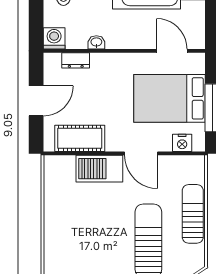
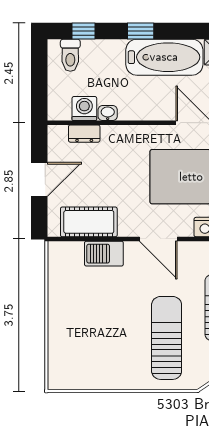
washing machine: (54, 38) -> (84, 109), moved
barbecue: (99, 169) -> (104, 254), width x0.73, depth x0.83

